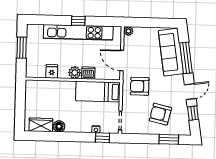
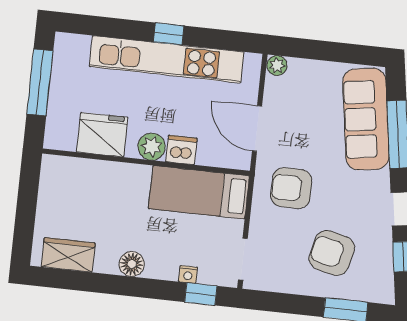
window: (22, 48) -> (40, 82), width x1.44
fridge: (52, 71) -> (102, 135), width x1.88, depth x1.34
floor lamp: (59, 126) -> (132, 264), moved

